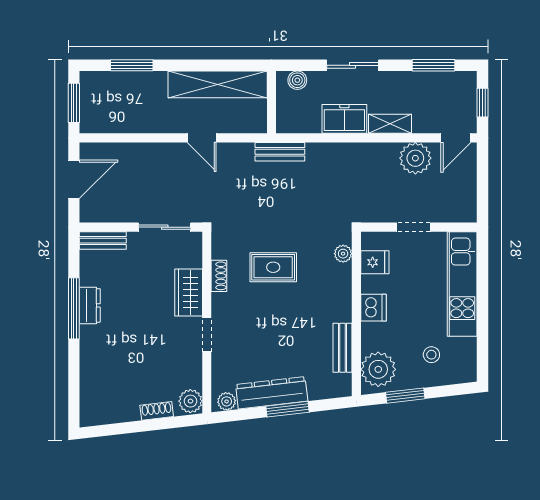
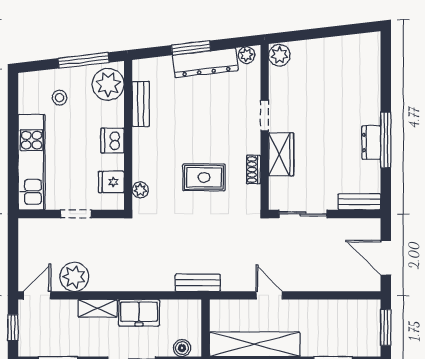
door: (74, 179) -> (386, 258), hinge flipped
window: (405, 396) -> (84, 60), width x1.44
shoe rack: (157, 411) -> (310, 46), removed

